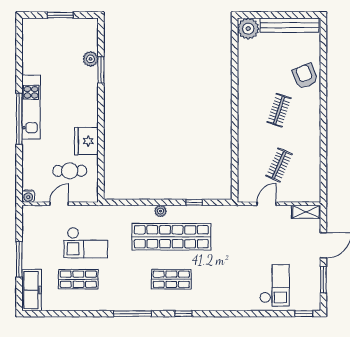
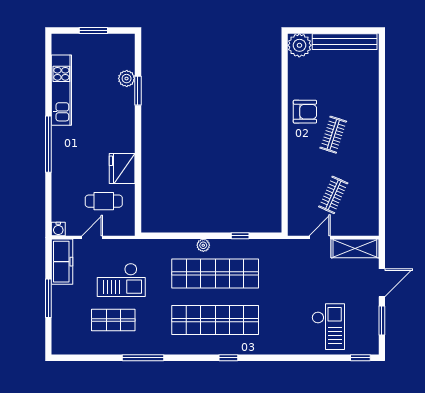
armchair: (305, 76) -> (305, 112), moved, turned 111
kitchen unit: (31, 107) -> (61, 90), moved
shelving: (306, 212) -> (355, 248), width x1.50, depth x1.33
shop shelf: (171, 279) -> (215, 320), width x2.00, depth x1.36
freezer: (32, 290) -> (62, 262), moved
window: (133, 314) -> (143, 358), moved

